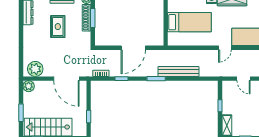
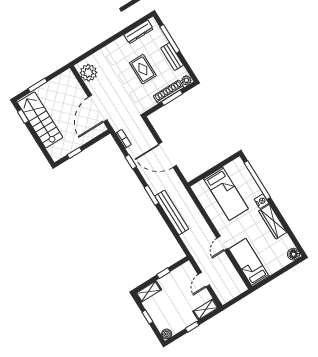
rug: (58, 27) -> (143, 69), turned 90
door: (225, 48) -> (222, 243), hinge flipped
plant: (29, 86) -> (68, 77), removed

